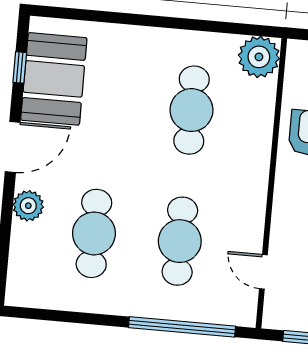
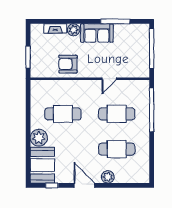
plant: (259, 57) -> (39, 138), moved
booth: (54, 79) -> (42, 165), moved, turned 90
door: (263, 272) -> (109, 79), moved

